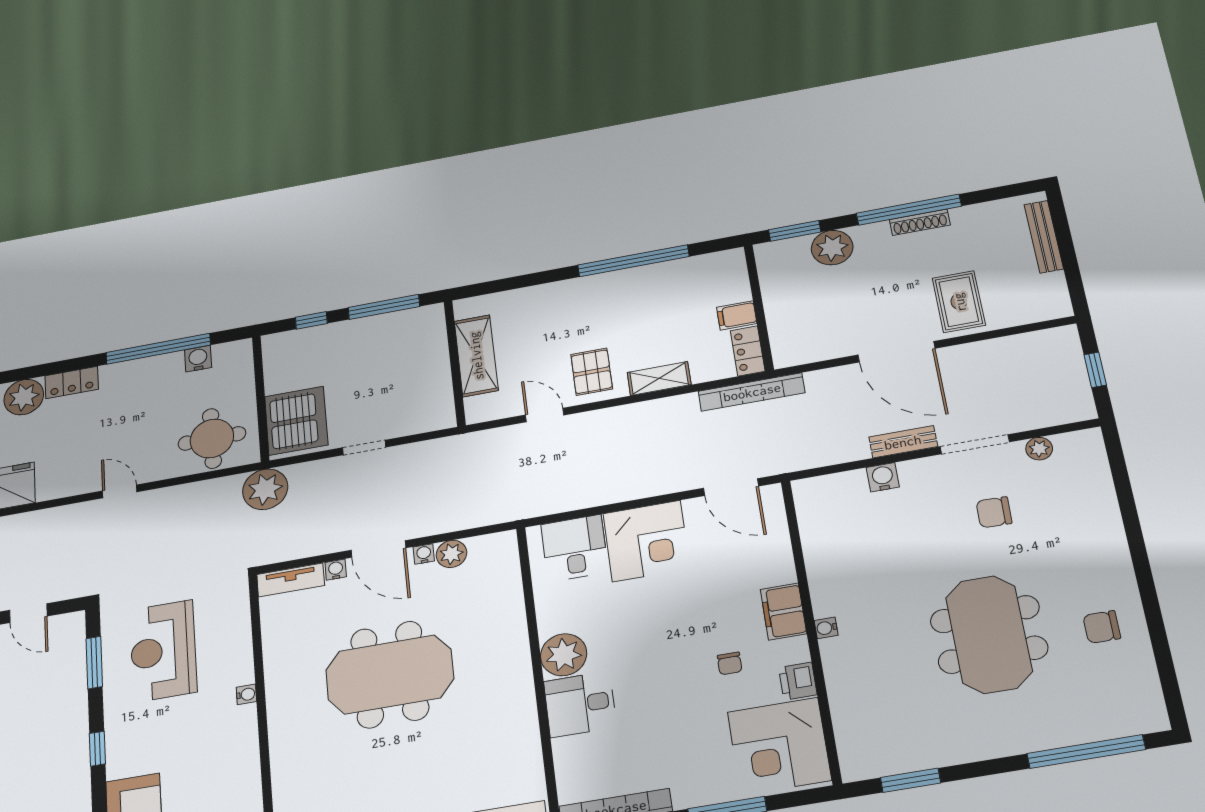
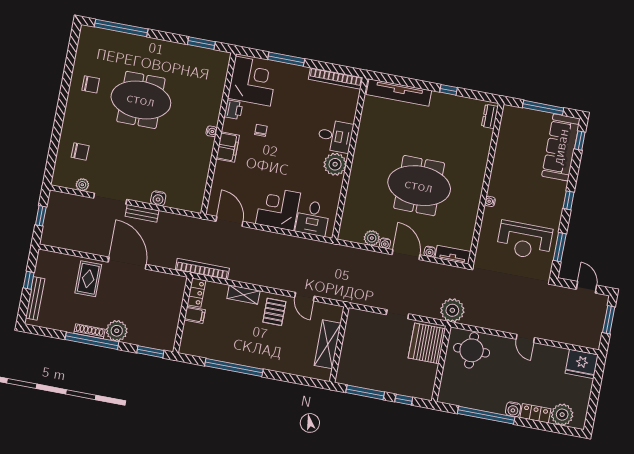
plant: (832, 248) -> (117, 331), moved
window: (1069, 260) -> (29, 280), added
water cooler: (198, 359) -> (513, 409), moved
chair: (994, 512) -> (80, 152), moved
meeting table: (989, 634) -> (141, 100), turned 90
reception desk: (163, 651) -> (524, 240), turned 90

